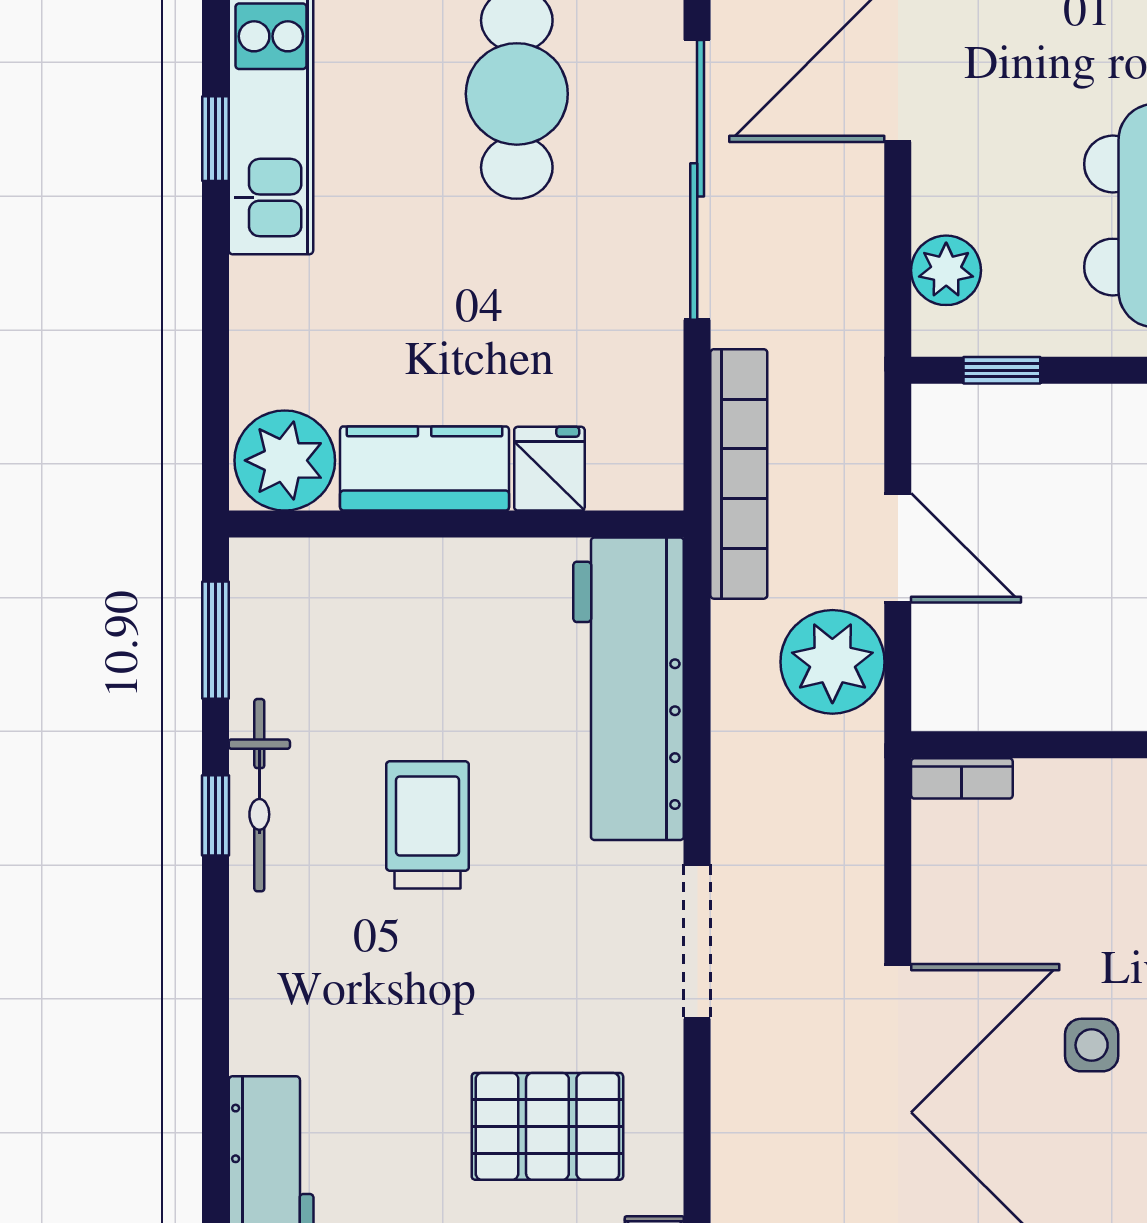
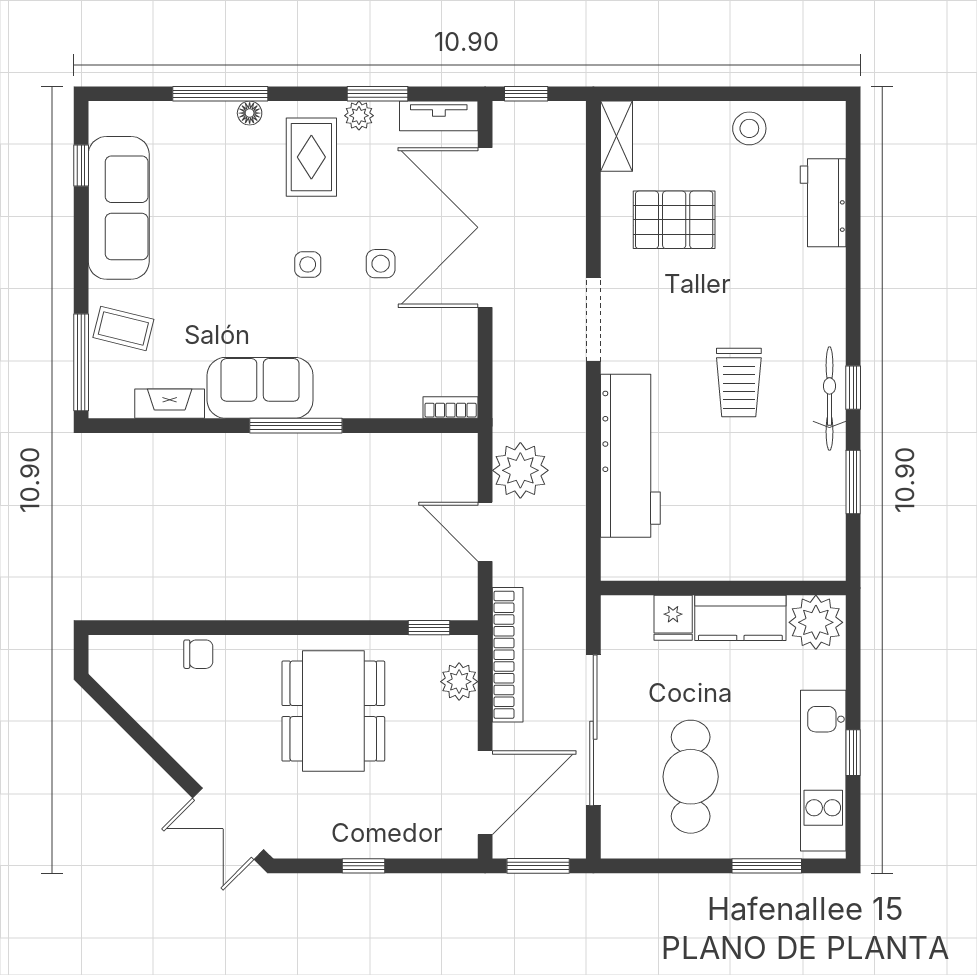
plant: (285, 460) -> (816, 622), moved
kitchen counter: (425, 468) -> (740, 618), moved
fridge: (549, 469) -> (673, 618), moved
bookcase: (739, 474) -> (508, 655), moved, turned 180
wall: (456, 524) -> (723, 588), moved

